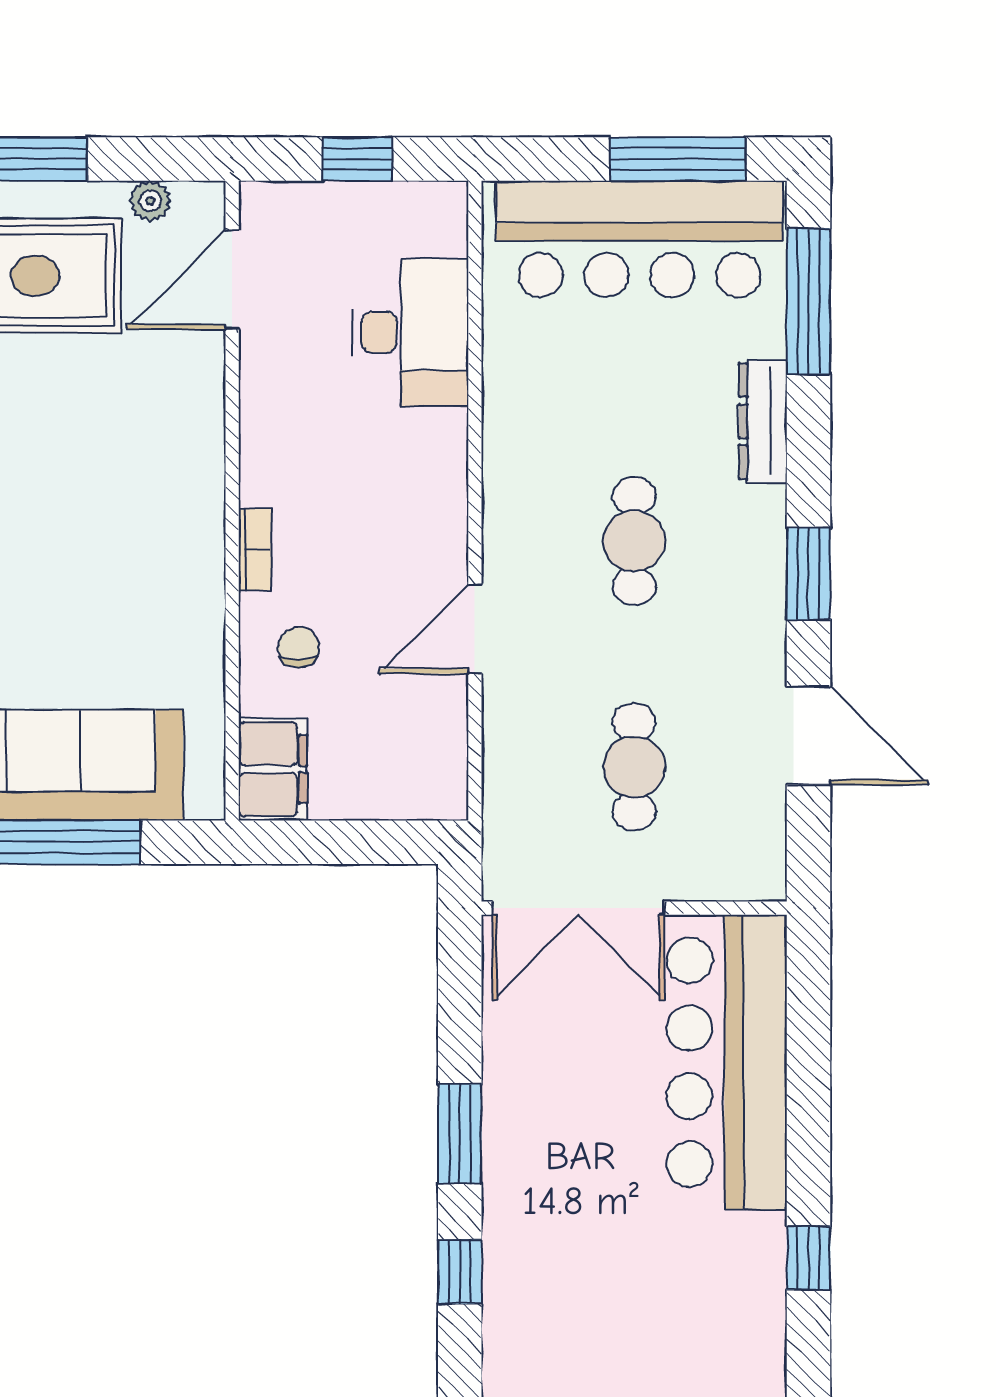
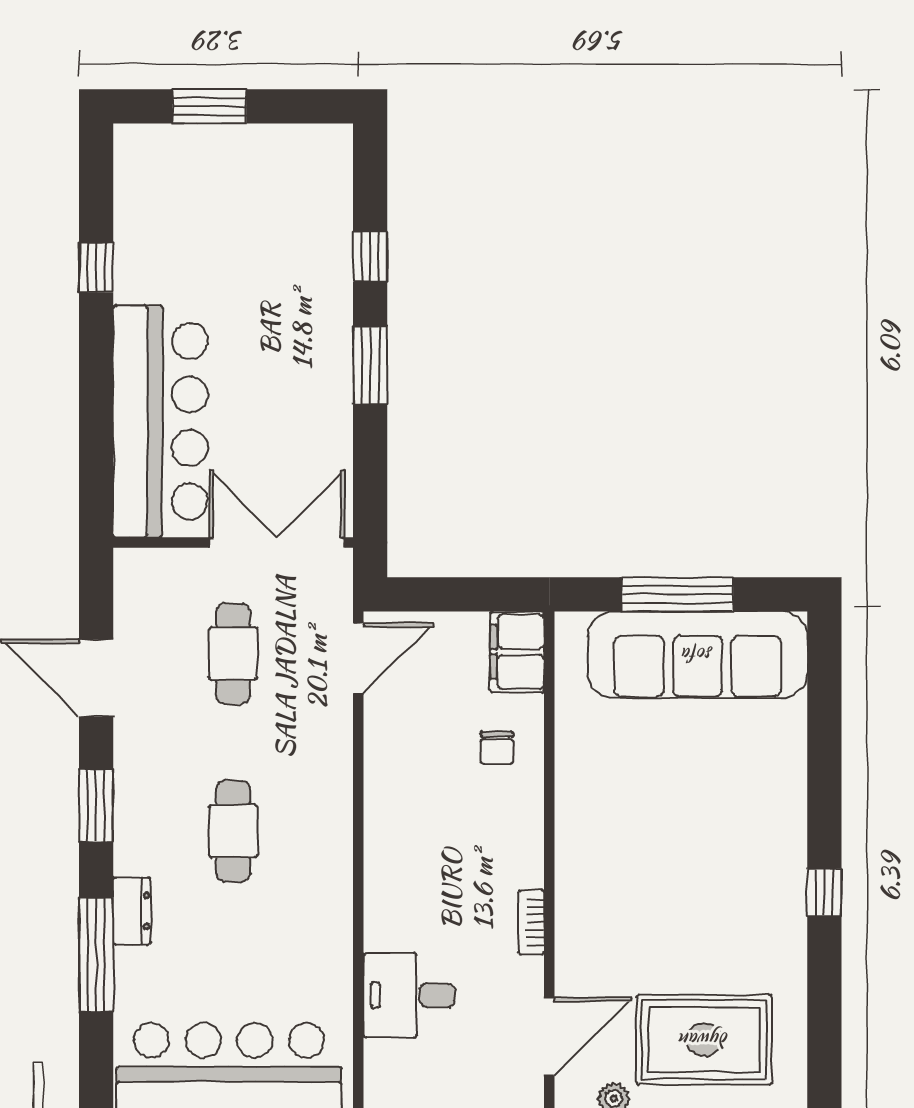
window: (808, 302) -> (96, 954), moved
desk: (410, 332) -> (409, 995), width x0.73
dresser: (763, 421) -> (132, 911), width x0.70
bookcase: (255, 550) -> (531, 922), moved
door: (475, 629) -> (358, 658), moved

